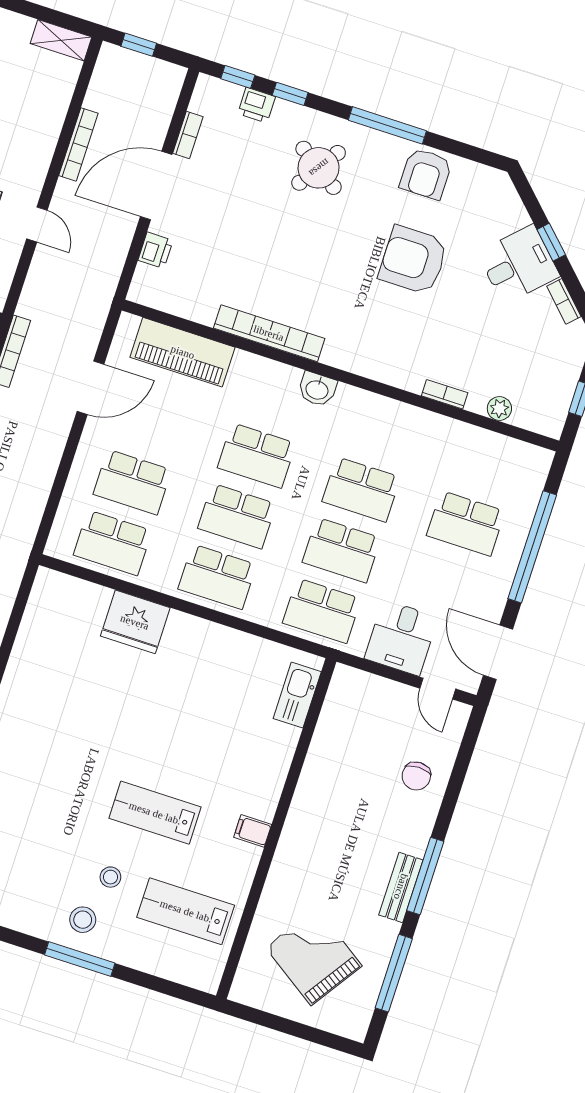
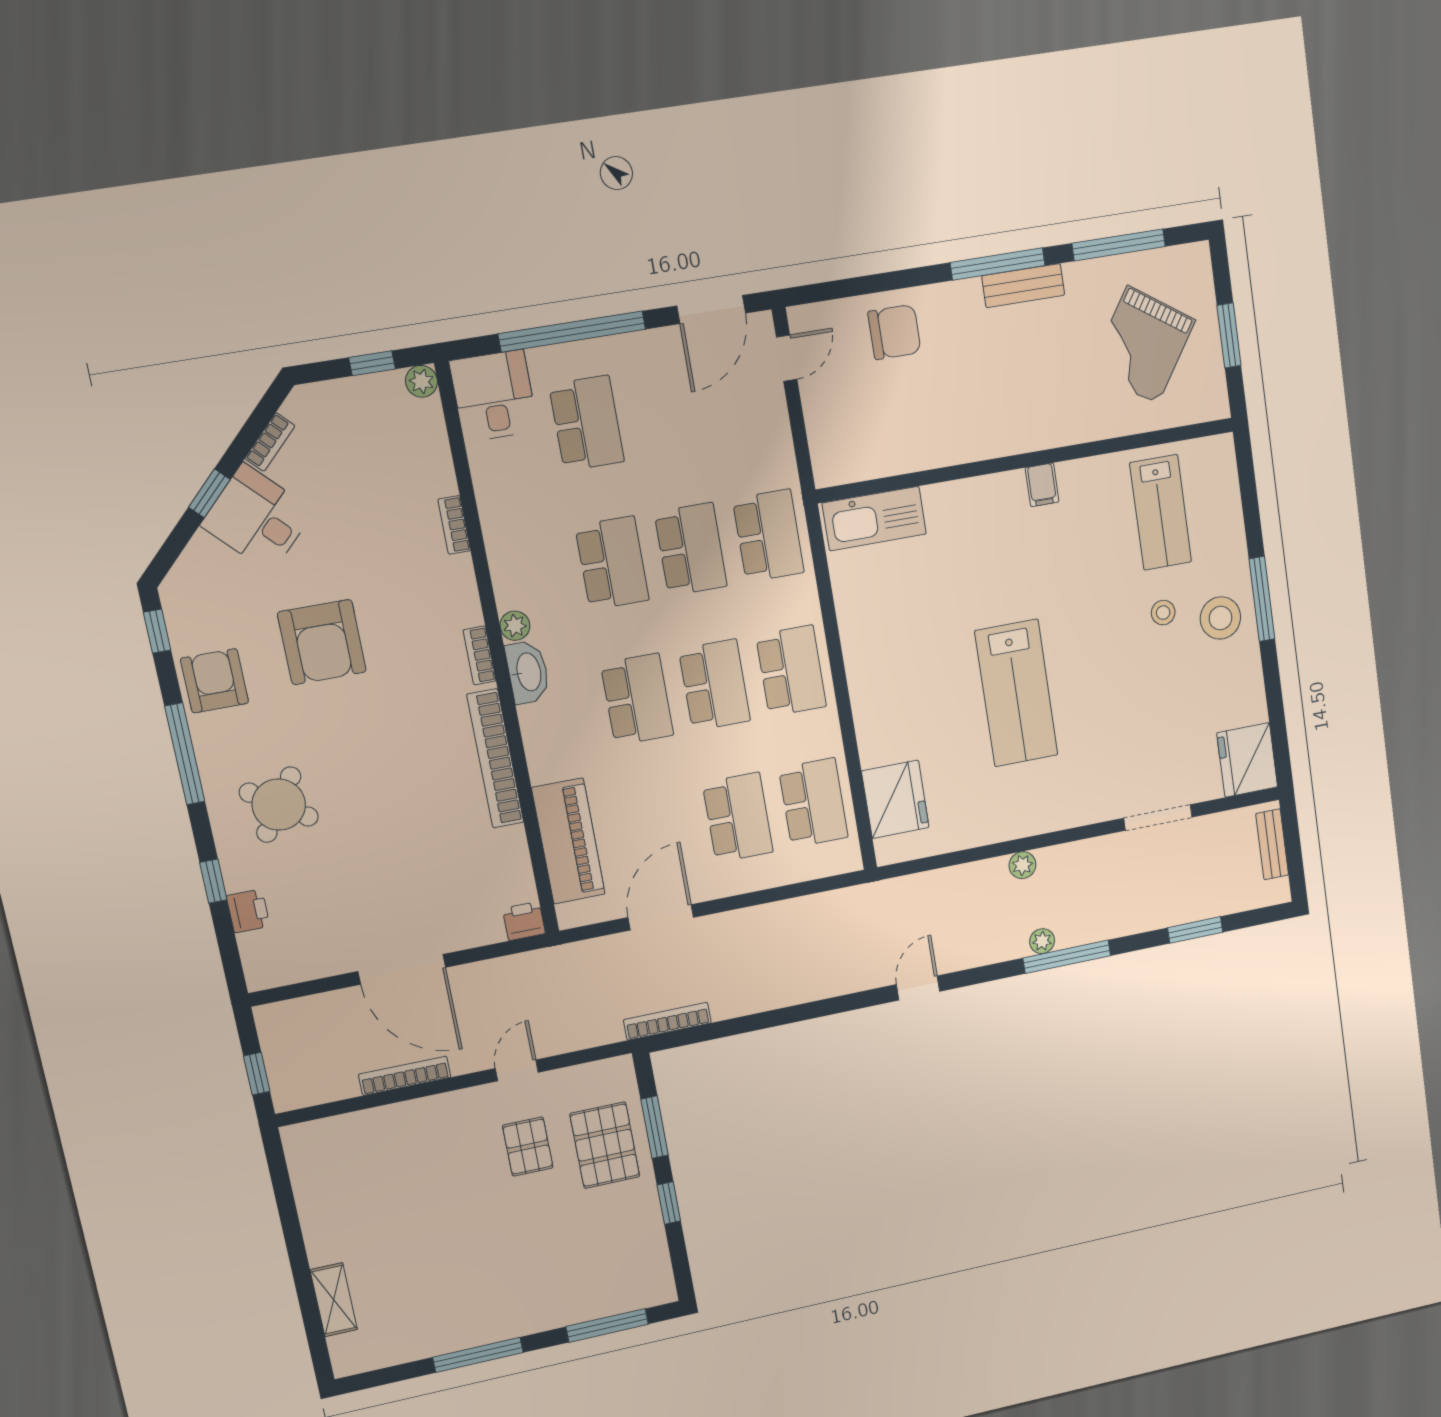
shelving: (61, 40) -> (301, 1157), removed
window: (238, 77) -> (157, 631), moved
bookcase: (188, 135) -> (480, 655), moved, turned -90
armchair: (426, 174) -> (215, 681), turned -90
printer: (155, 250) -> (524, 921), moved
door: (90, 388) -> (661, 917), hinge flipped
washbasin: (317, 389) -> (528, 672), width x1.38
plant: (354, 398) -> (515, 626), added
plant: (499, 408) -> (421, 381), moved
fridge: (135, 622) -> (895, 799), moved
desk: (401, 638) -> (494, 396), moved, turned -90
kitchen sink: (297, 695) -> (874, 519), width x1.36, depth x1.24
chair: (416, 776) -> (894, 332), width x1.37, depth x1.37
lab bench: (155, 813) -> (1016, 693), moved, width x1.36, depth x1.39
stool: (83, 920) -> (1220, 618), width x1.38, depth x1.38
window: (287, 1026) -> (1229, 335), added

